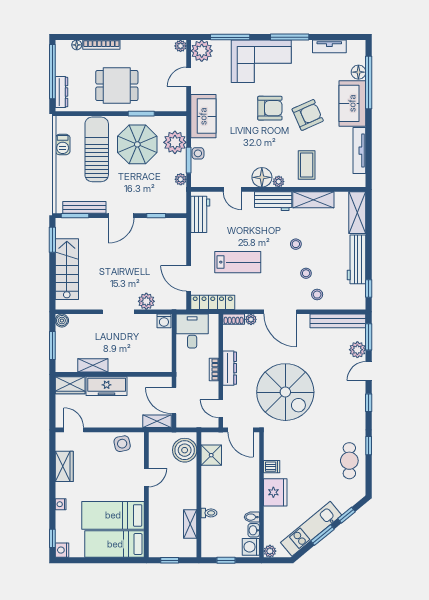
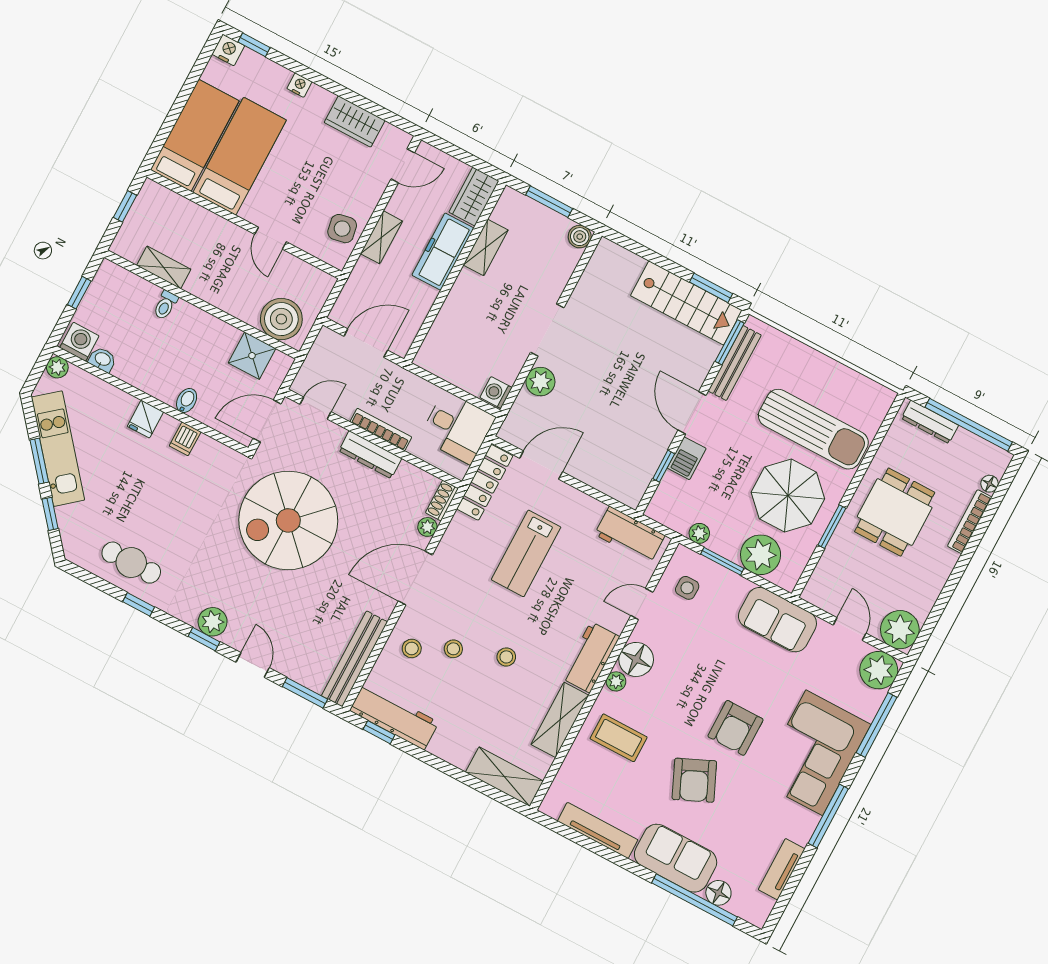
plant: (181, 46) -> (900, 630), width x1.88, depth x1.88
barbecue: (63, 145) -> (687, 458), moved, turned -90
side table: (198, 153) -> (687, 588), moved
workbench: (356, 259) -> (394, 716), moved
stairs: (67, 269) -> (686, 303), moved
plant: (357, 350) -> (213, 622), moved
bookcase: (214, 370) -> (381, 429), width x1.56
shelving: (157, 421) -> (381, 237), moved
fridge: (275, 492) -> (145, 419), width x0.53, depth x0.75
bidet: (252, 517) -> (187, 401), moved

